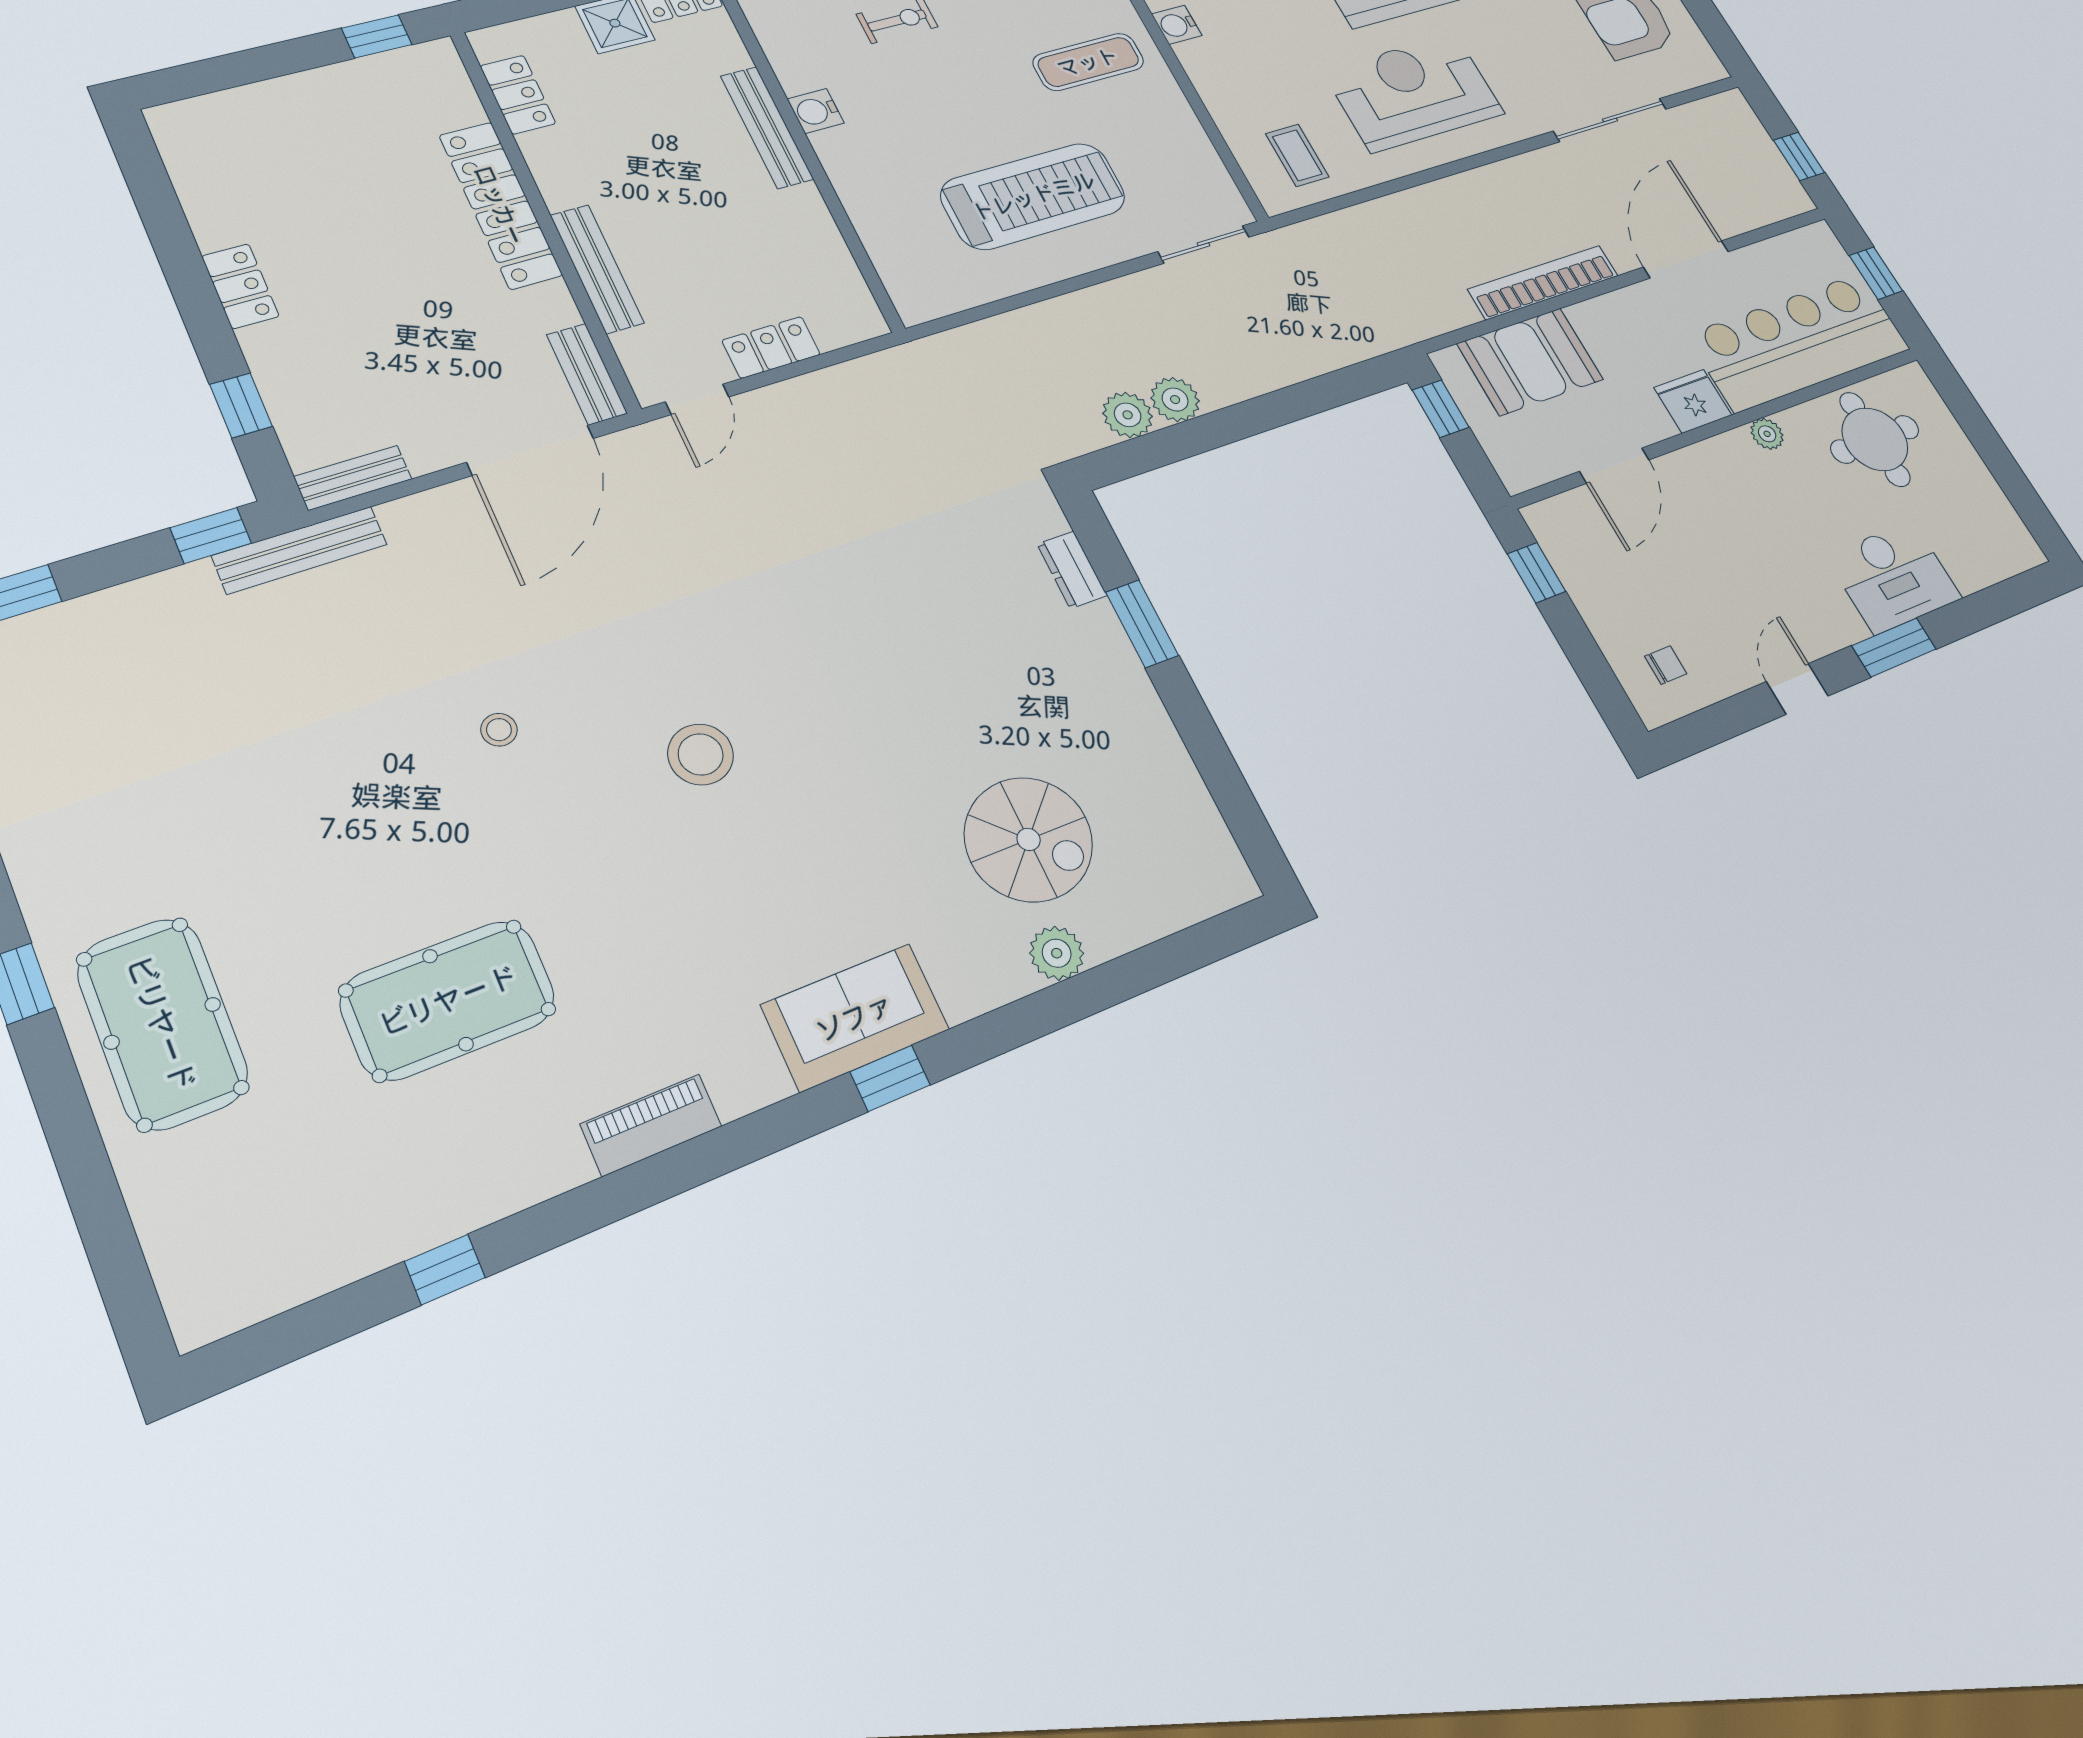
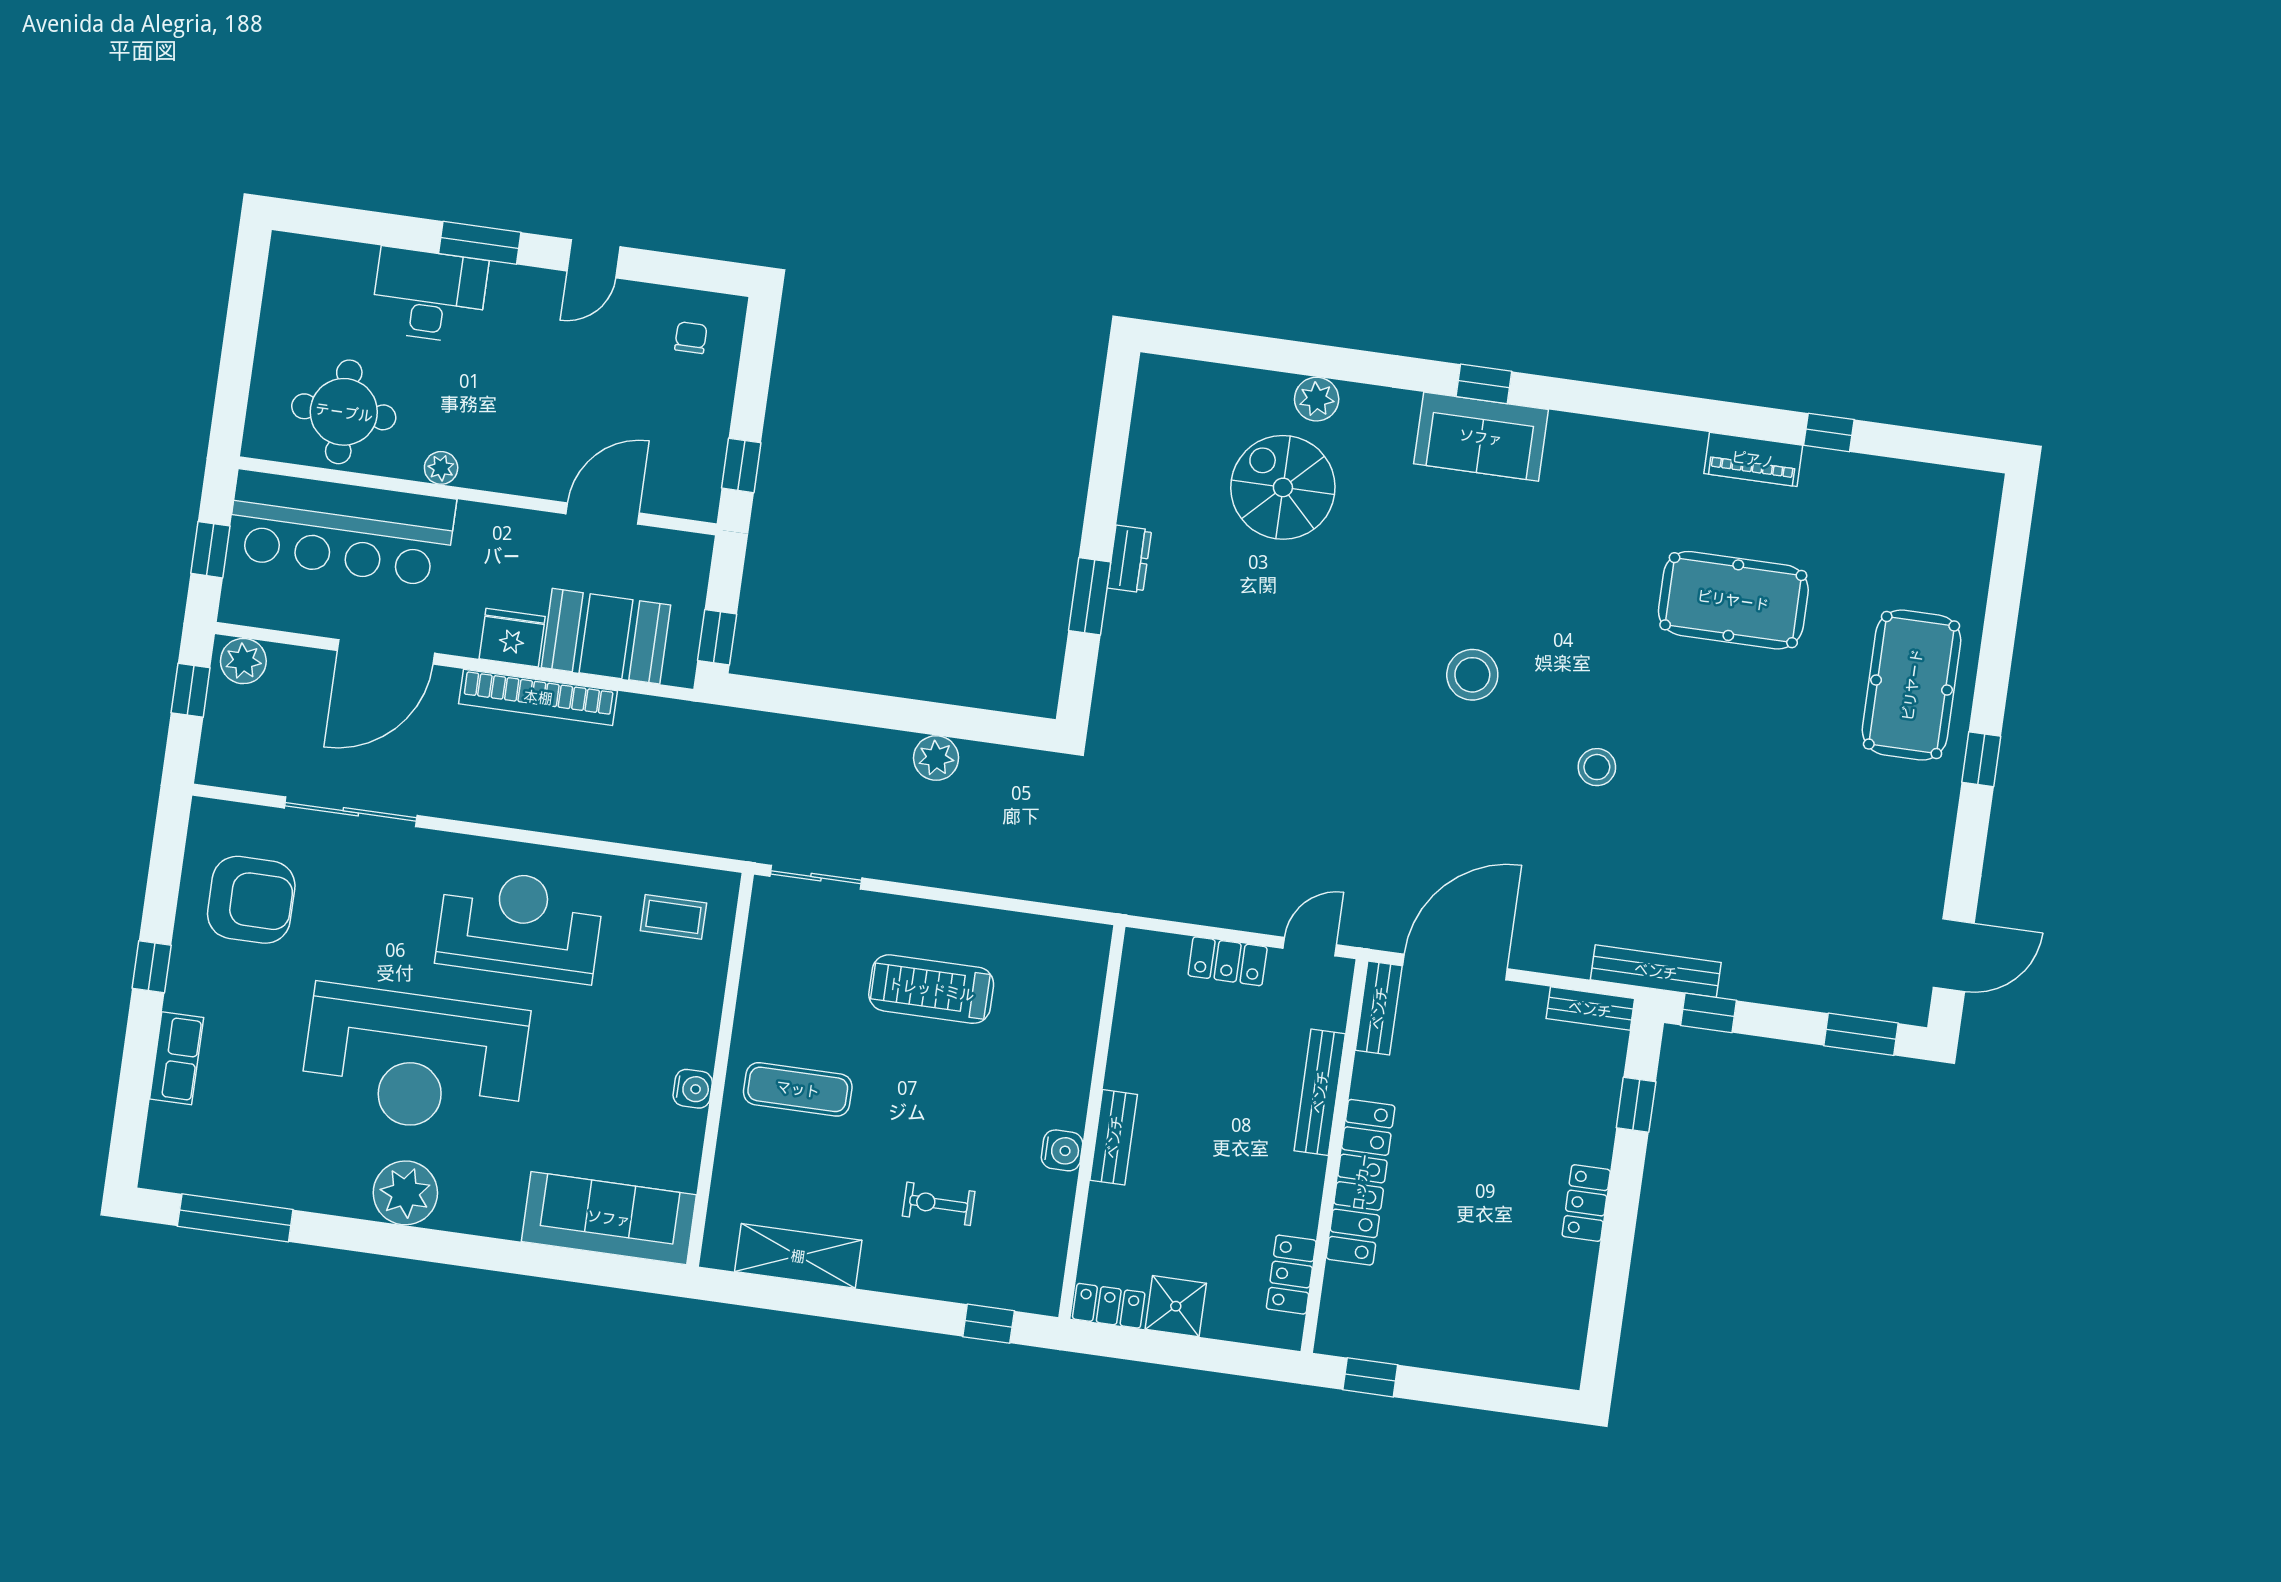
reception desk: (1414, 92) -> (520, 925), turned 180
bench: (767, 127) -> (1114, 1137), width x0.73
coffee table: (1297, 155) -> (673, 917), turned 90
treadmill: (1033, 196) -> (931, 989), width x0.73, depth x0.73
fridge: (1693, 401) -> (512, 638), moved, turned 180
plant: (1128, 415) -> (243, 661), moved
dresser: (1072, 570) -> (1129, 559), moved
chair: (1666, 665) -> (691, 338), turned 90
stool: (499, 730) -> (1597, 767), width x1.37, depth x1.37
piano: (651, 1125) -> (1753, 459), moved

